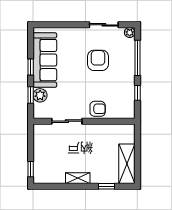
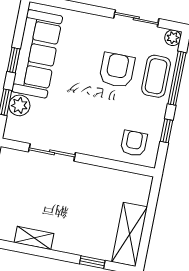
coffee table: (124, 59) -> (156, 76), added
armchair: (98, 109) -> (134, 143), moved, turned -90
shelving: (78, 178) -> (34, 238), moved

